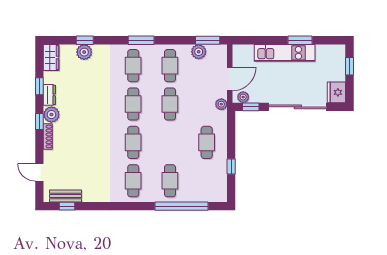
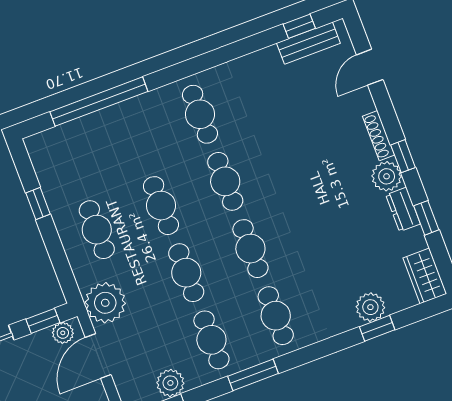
window: (141, 40) -> (253, 375), moved
plant: (221, 104) -> (105, 303), width x1.87, depth x1.87
door: (39, 172) -> (370, 67), swing flipped
cafe table: (170, 181) -> (161, 206), moved

